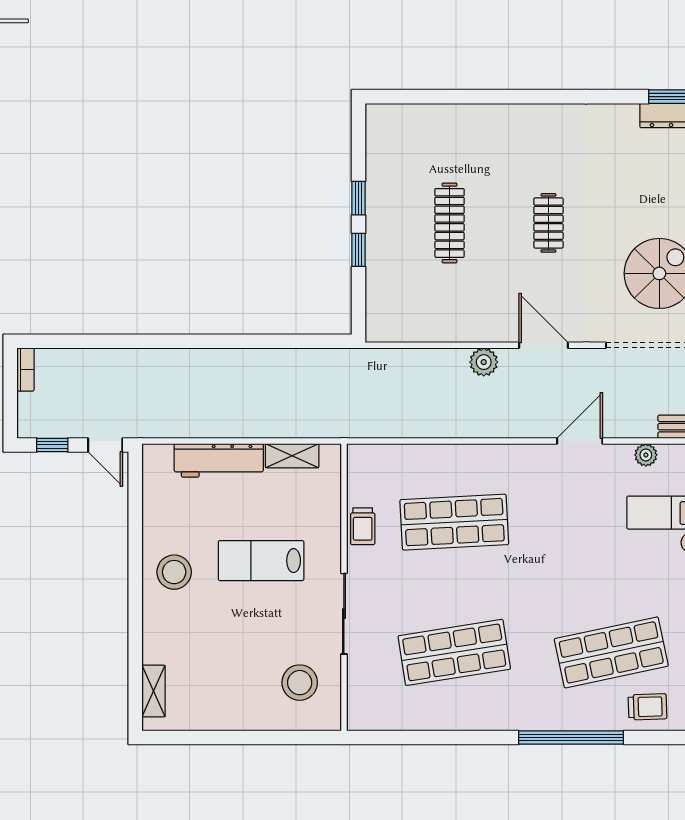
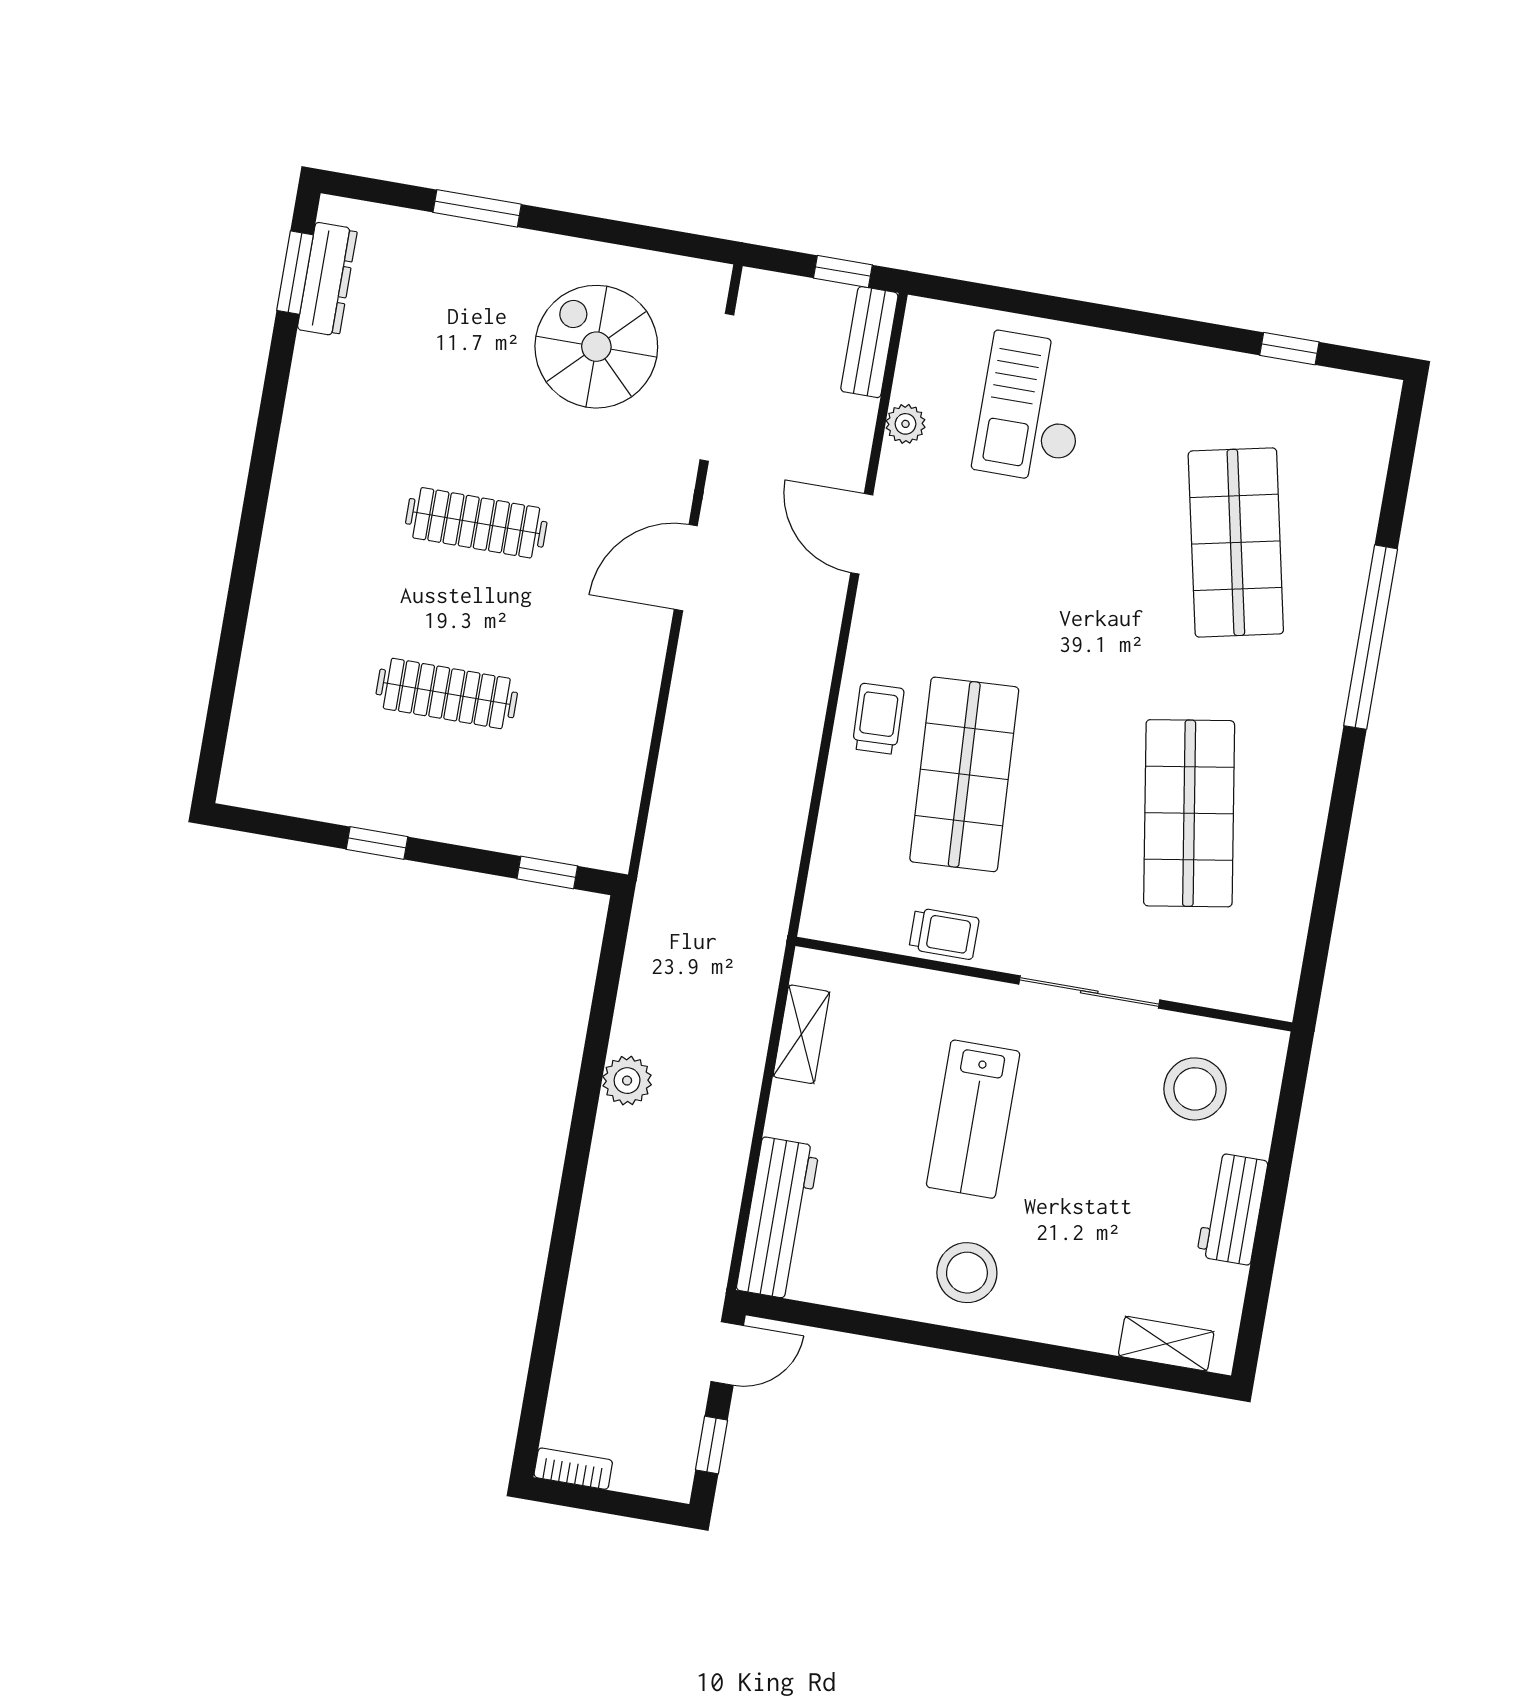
clothes rail: (548, 223) -> (476, 523), width x1.36
window: (359, 250) -> (547, 872), moved
plant: (484, 362) -> (627, 1081), moved
workbench: (219, 460) -> (778, 1218), moved
trolley: (647, 707) -> (878, 719), moved
workbench: (236, 715) -> (1232, 1209), added

